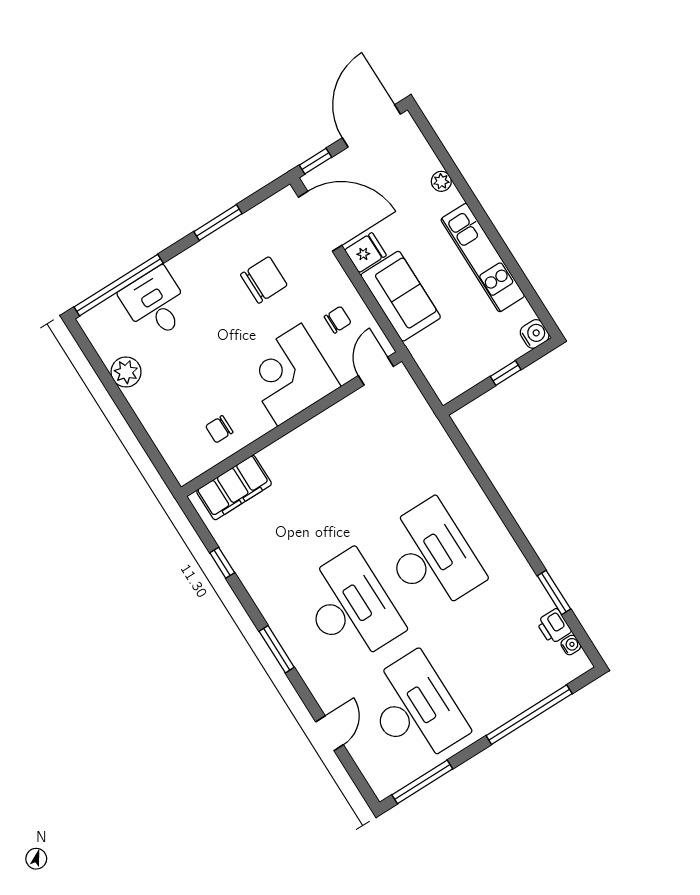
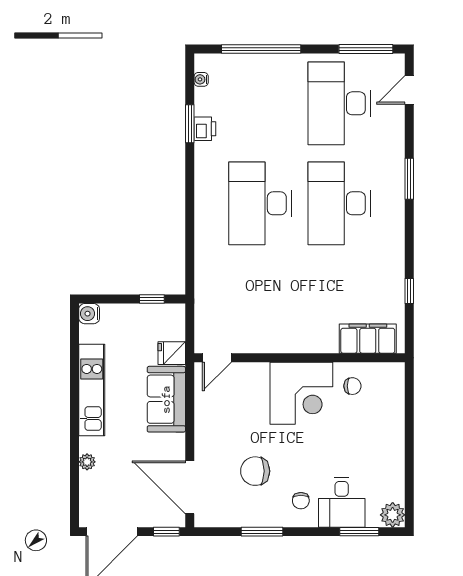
fridge: (366, 253) -> (172, 353), moved
window: (119, 285) -> (359, 532), width x0.47
chair: (338, 320) -> (301, 501), moved, turned -90
plant: (126, 372) -> (393, 515), moved
window: (506, 373) -> (152, 299), moved
corner desk: (290, 375) -> (301, 393), moved
printer: (554, 626) -> (205, 129), moved
window: (277, 649) -> (409, 179), moved
door: (330, 733) -> (409, 90), moved

